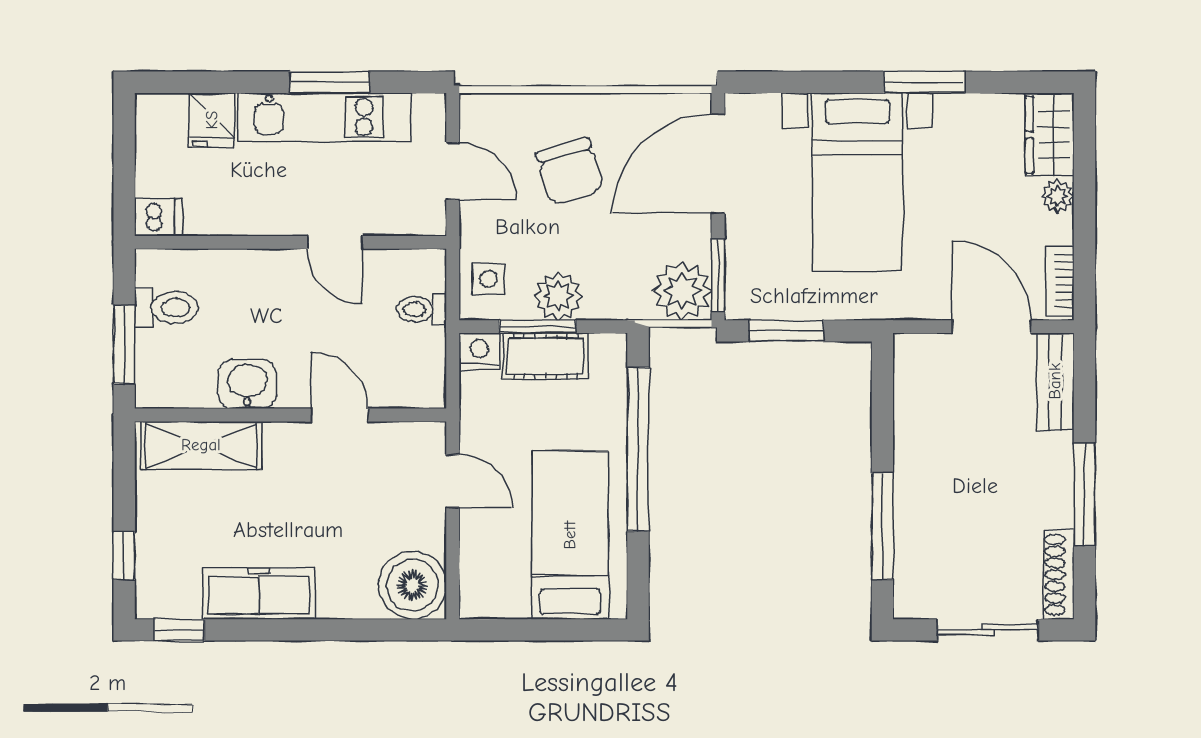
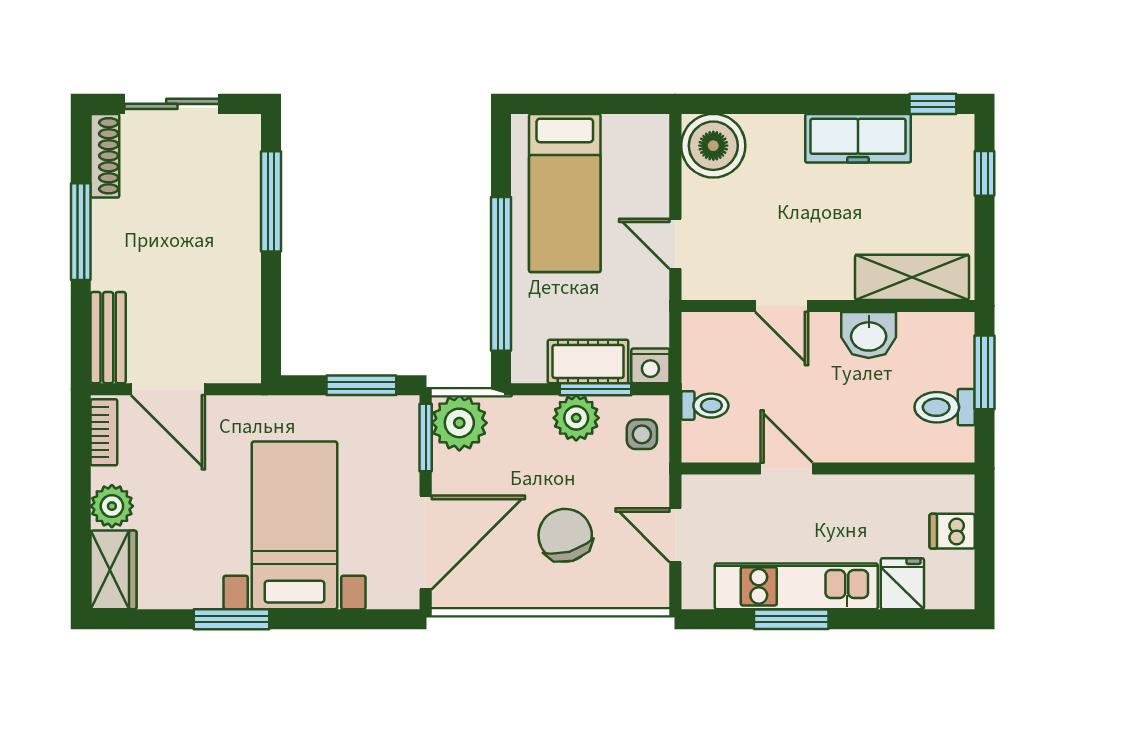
plant: (1058, 196) -> (112, 506), width x1.38, depth x1.38
dishwasher: (159, 217) -> (952, 531), moved

